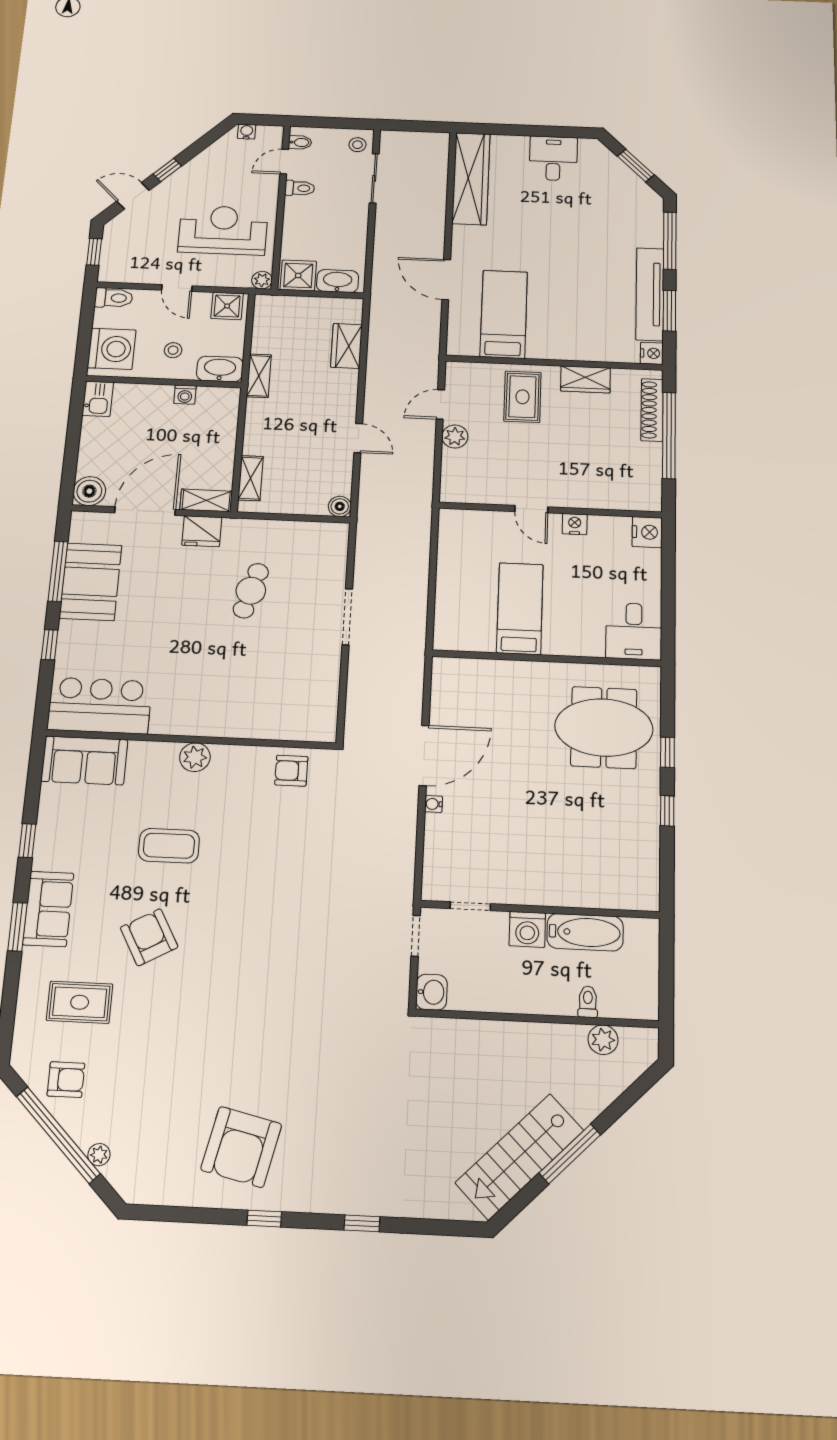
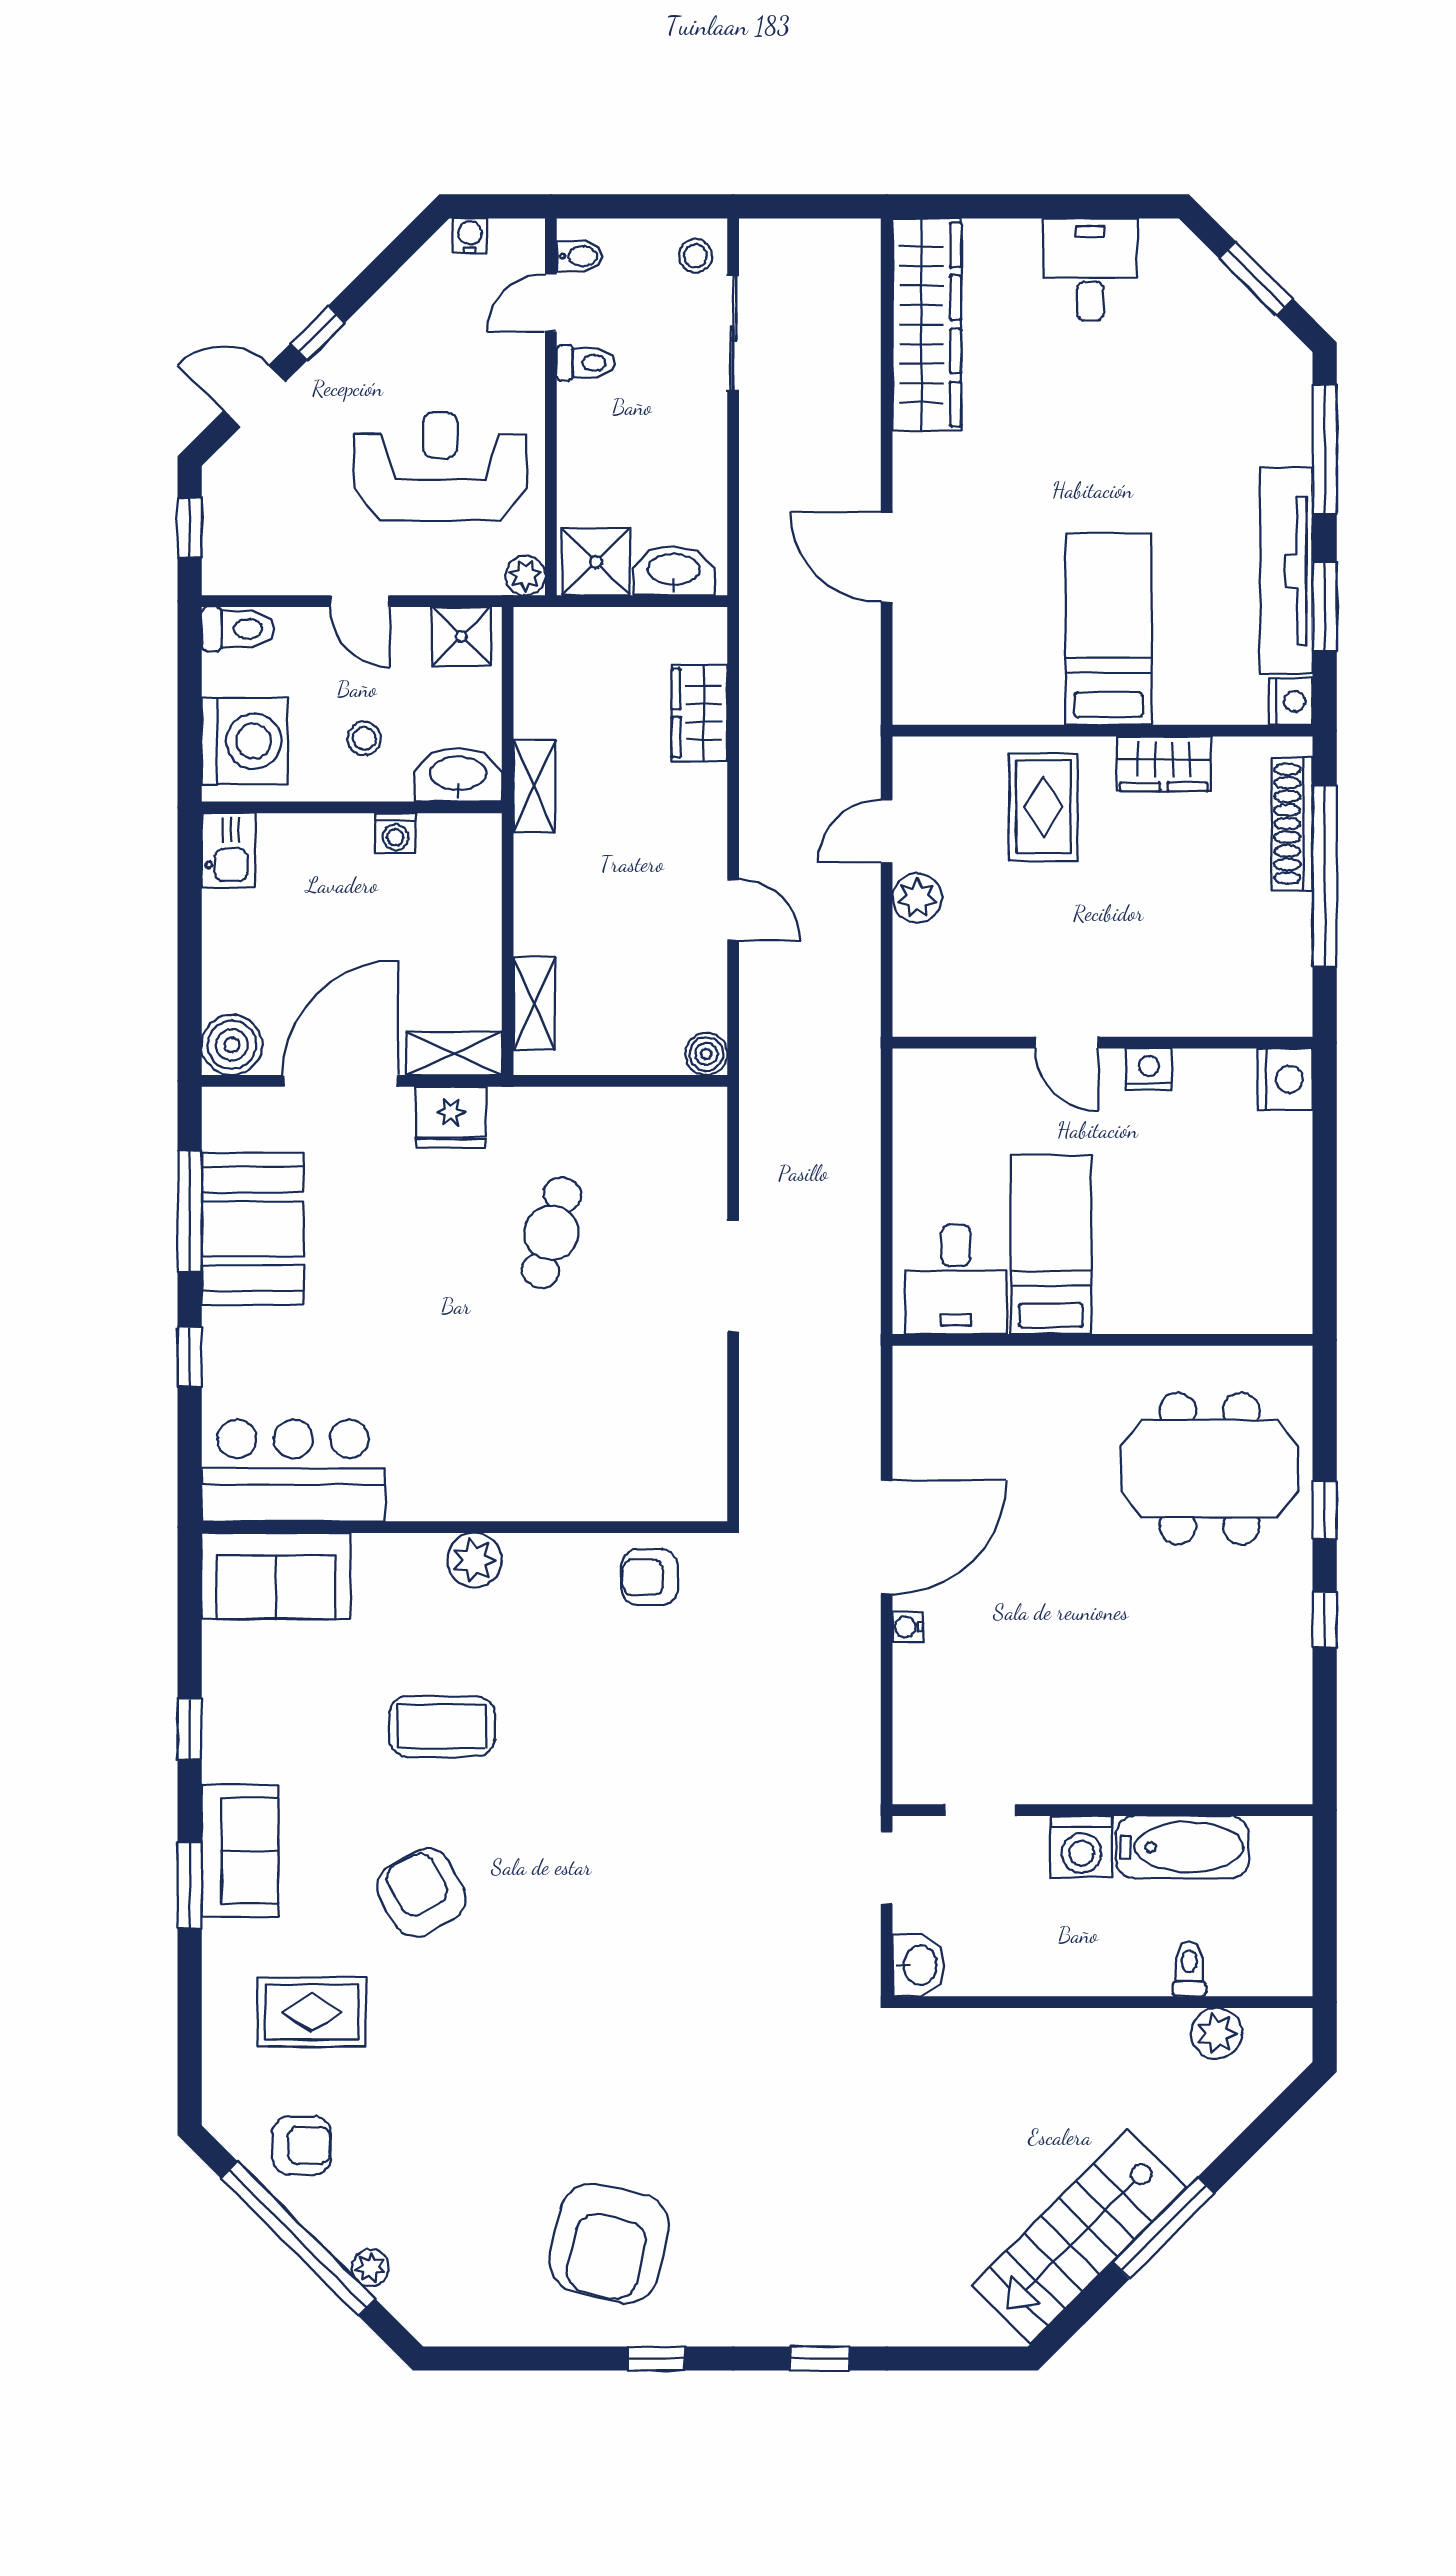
bed: (504, 314) -> (1109, 629), moved
desk: (634, 631) -> (956, 1279), moved

